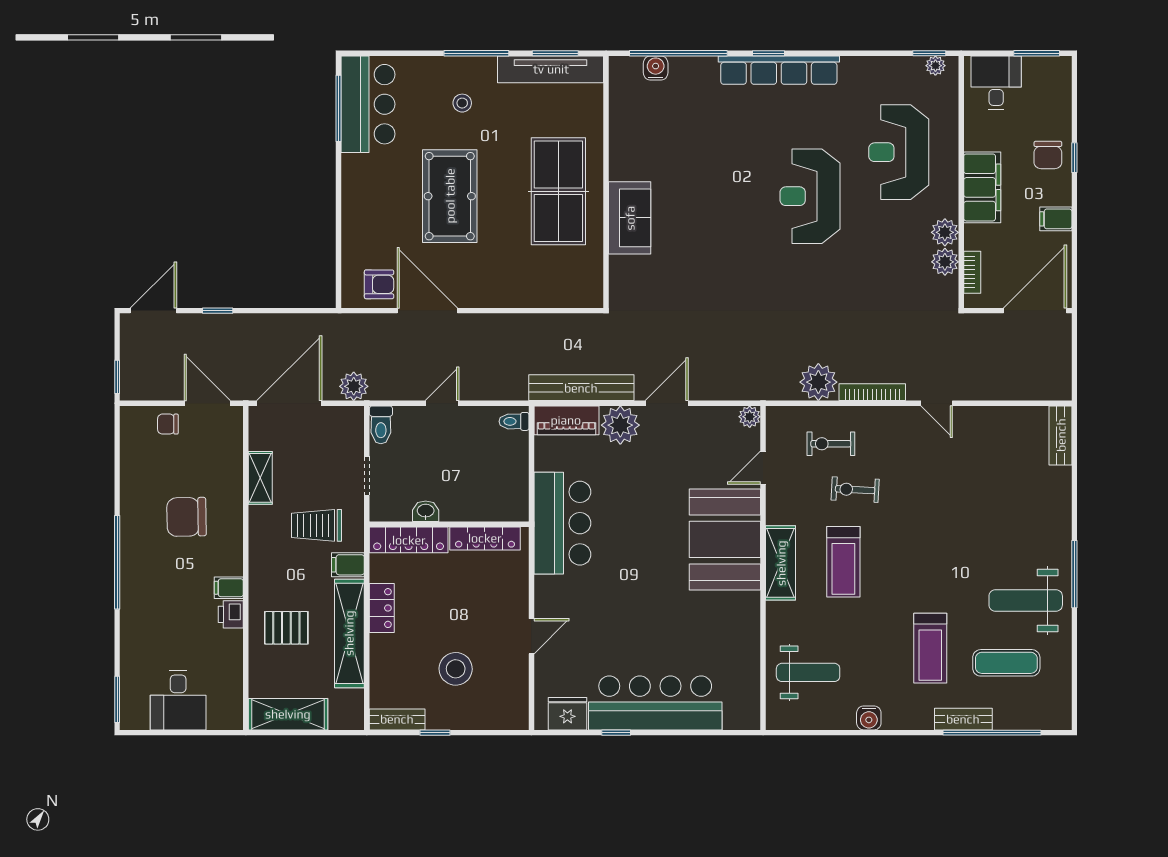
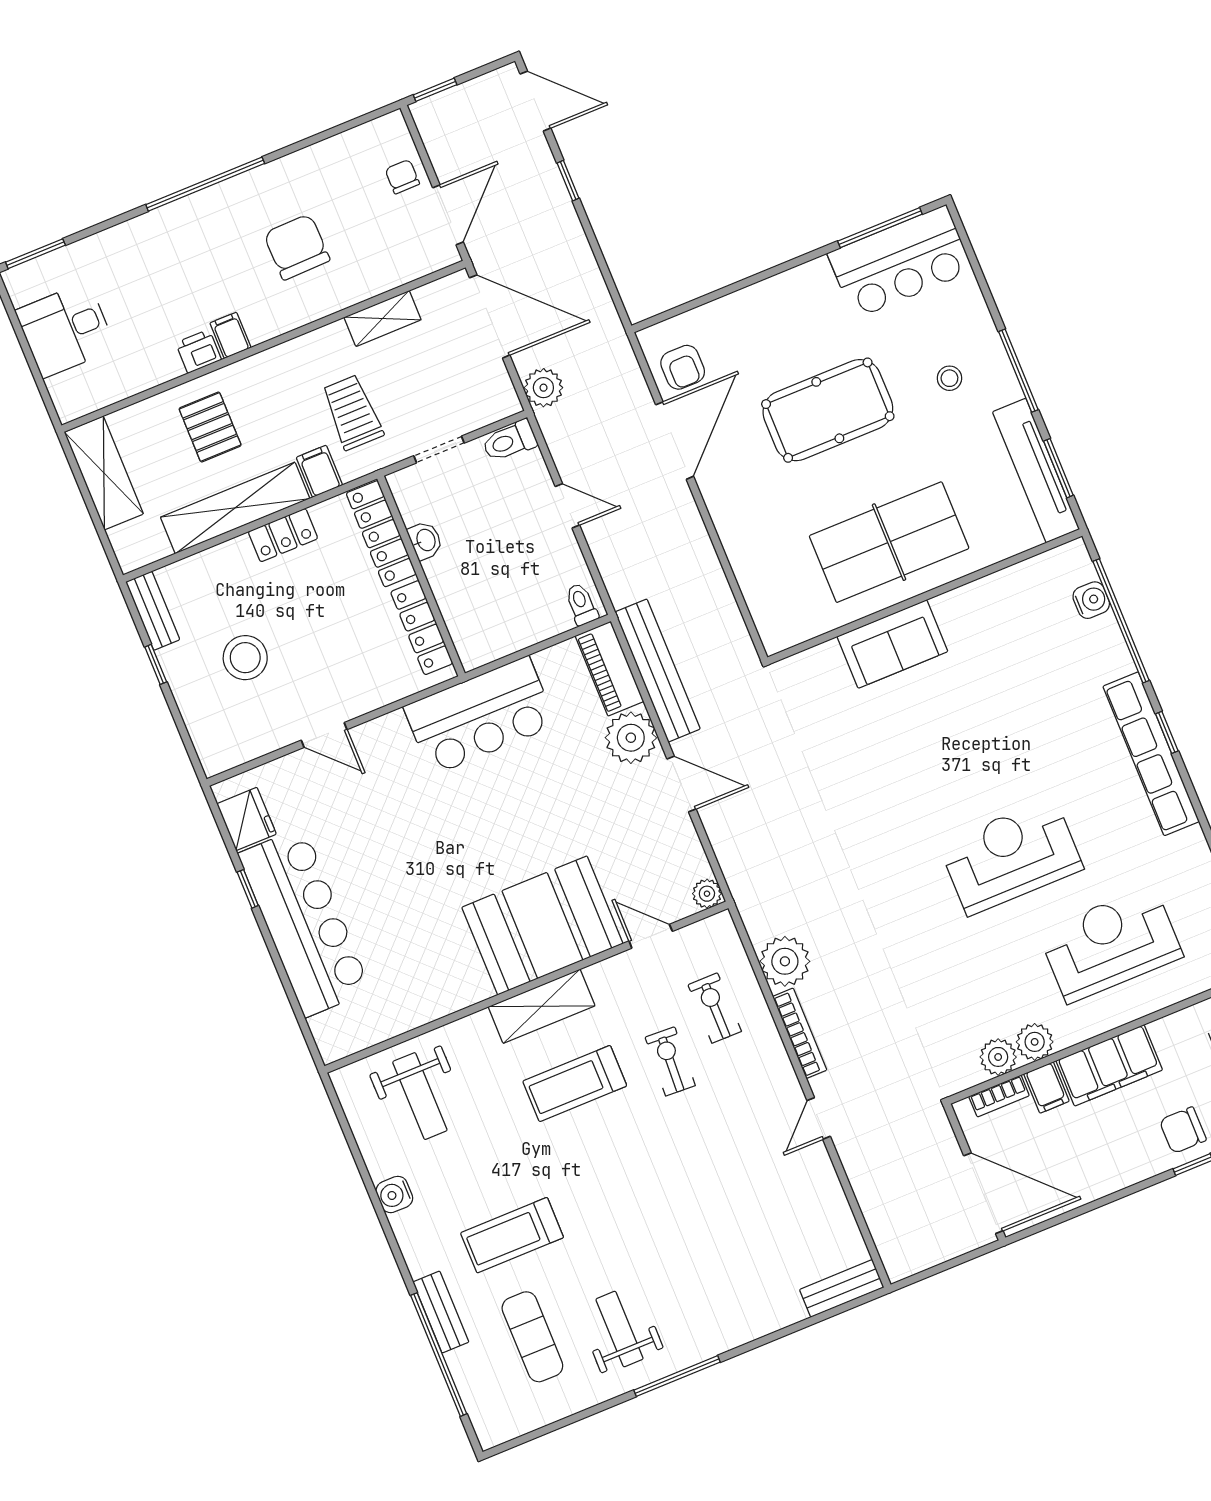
filing cabinet: (1056, 219) -> (1046, 1088), moved, turned 180
weight bench: (1026, 600) -> (620, 1329), width x0.73, depth x0.75

